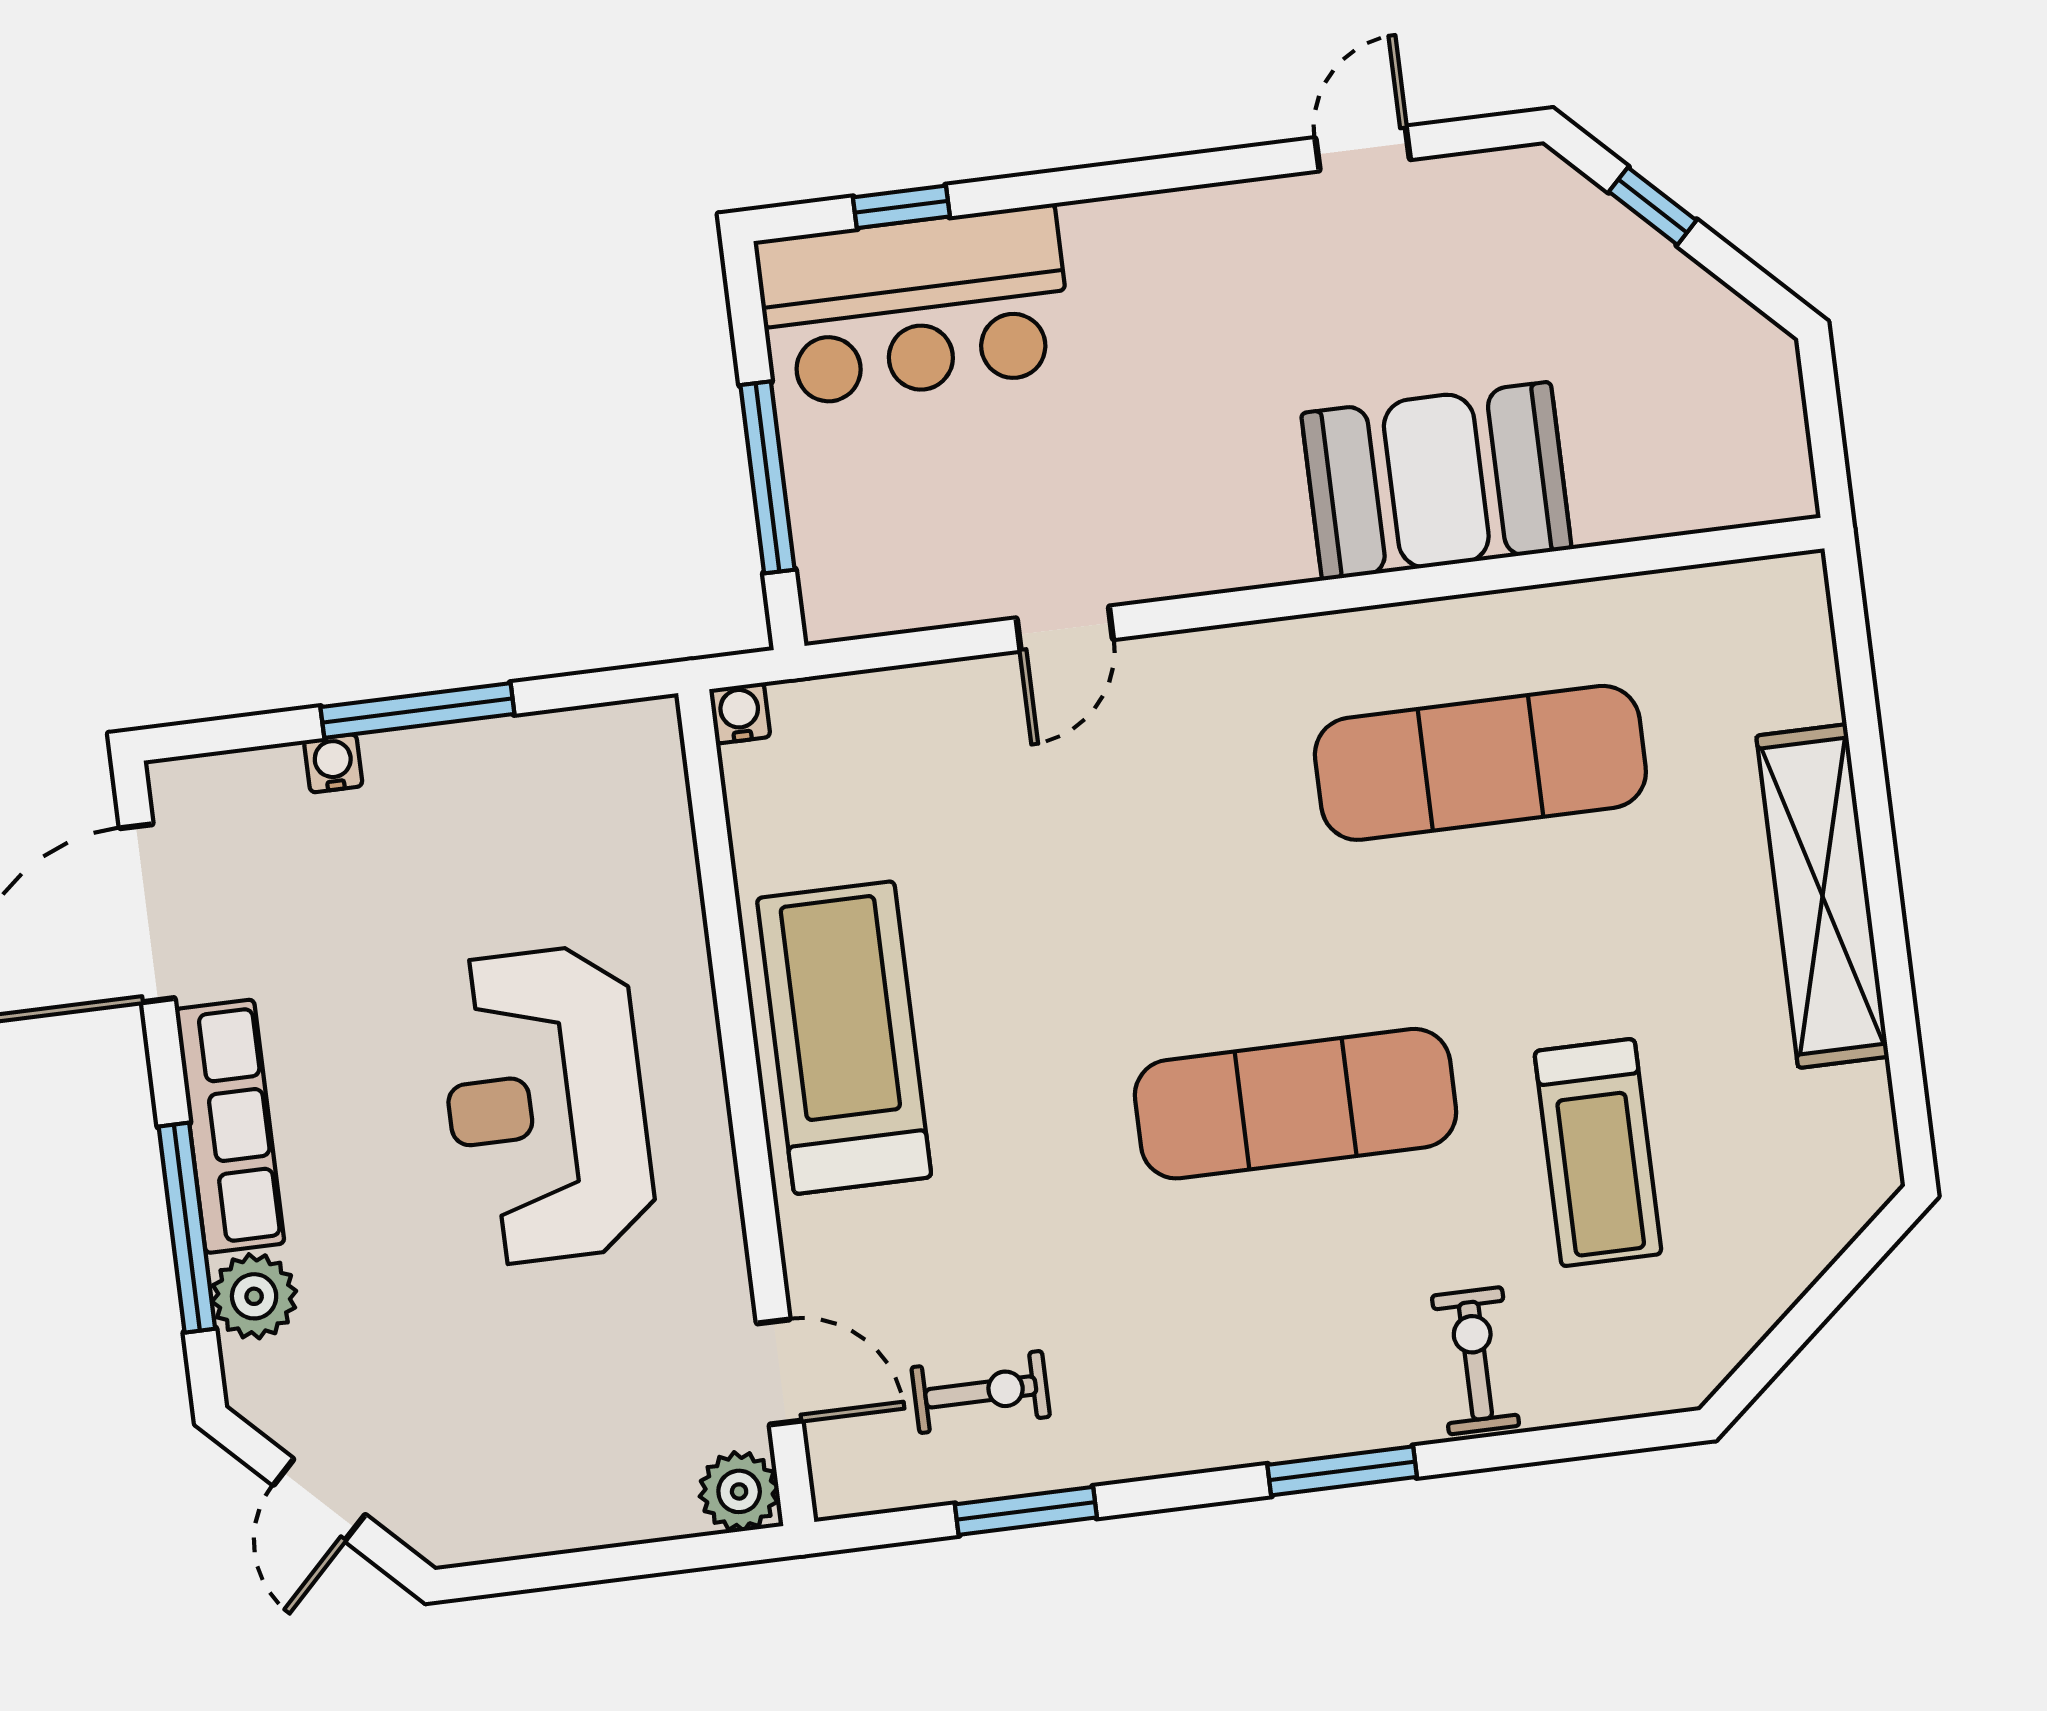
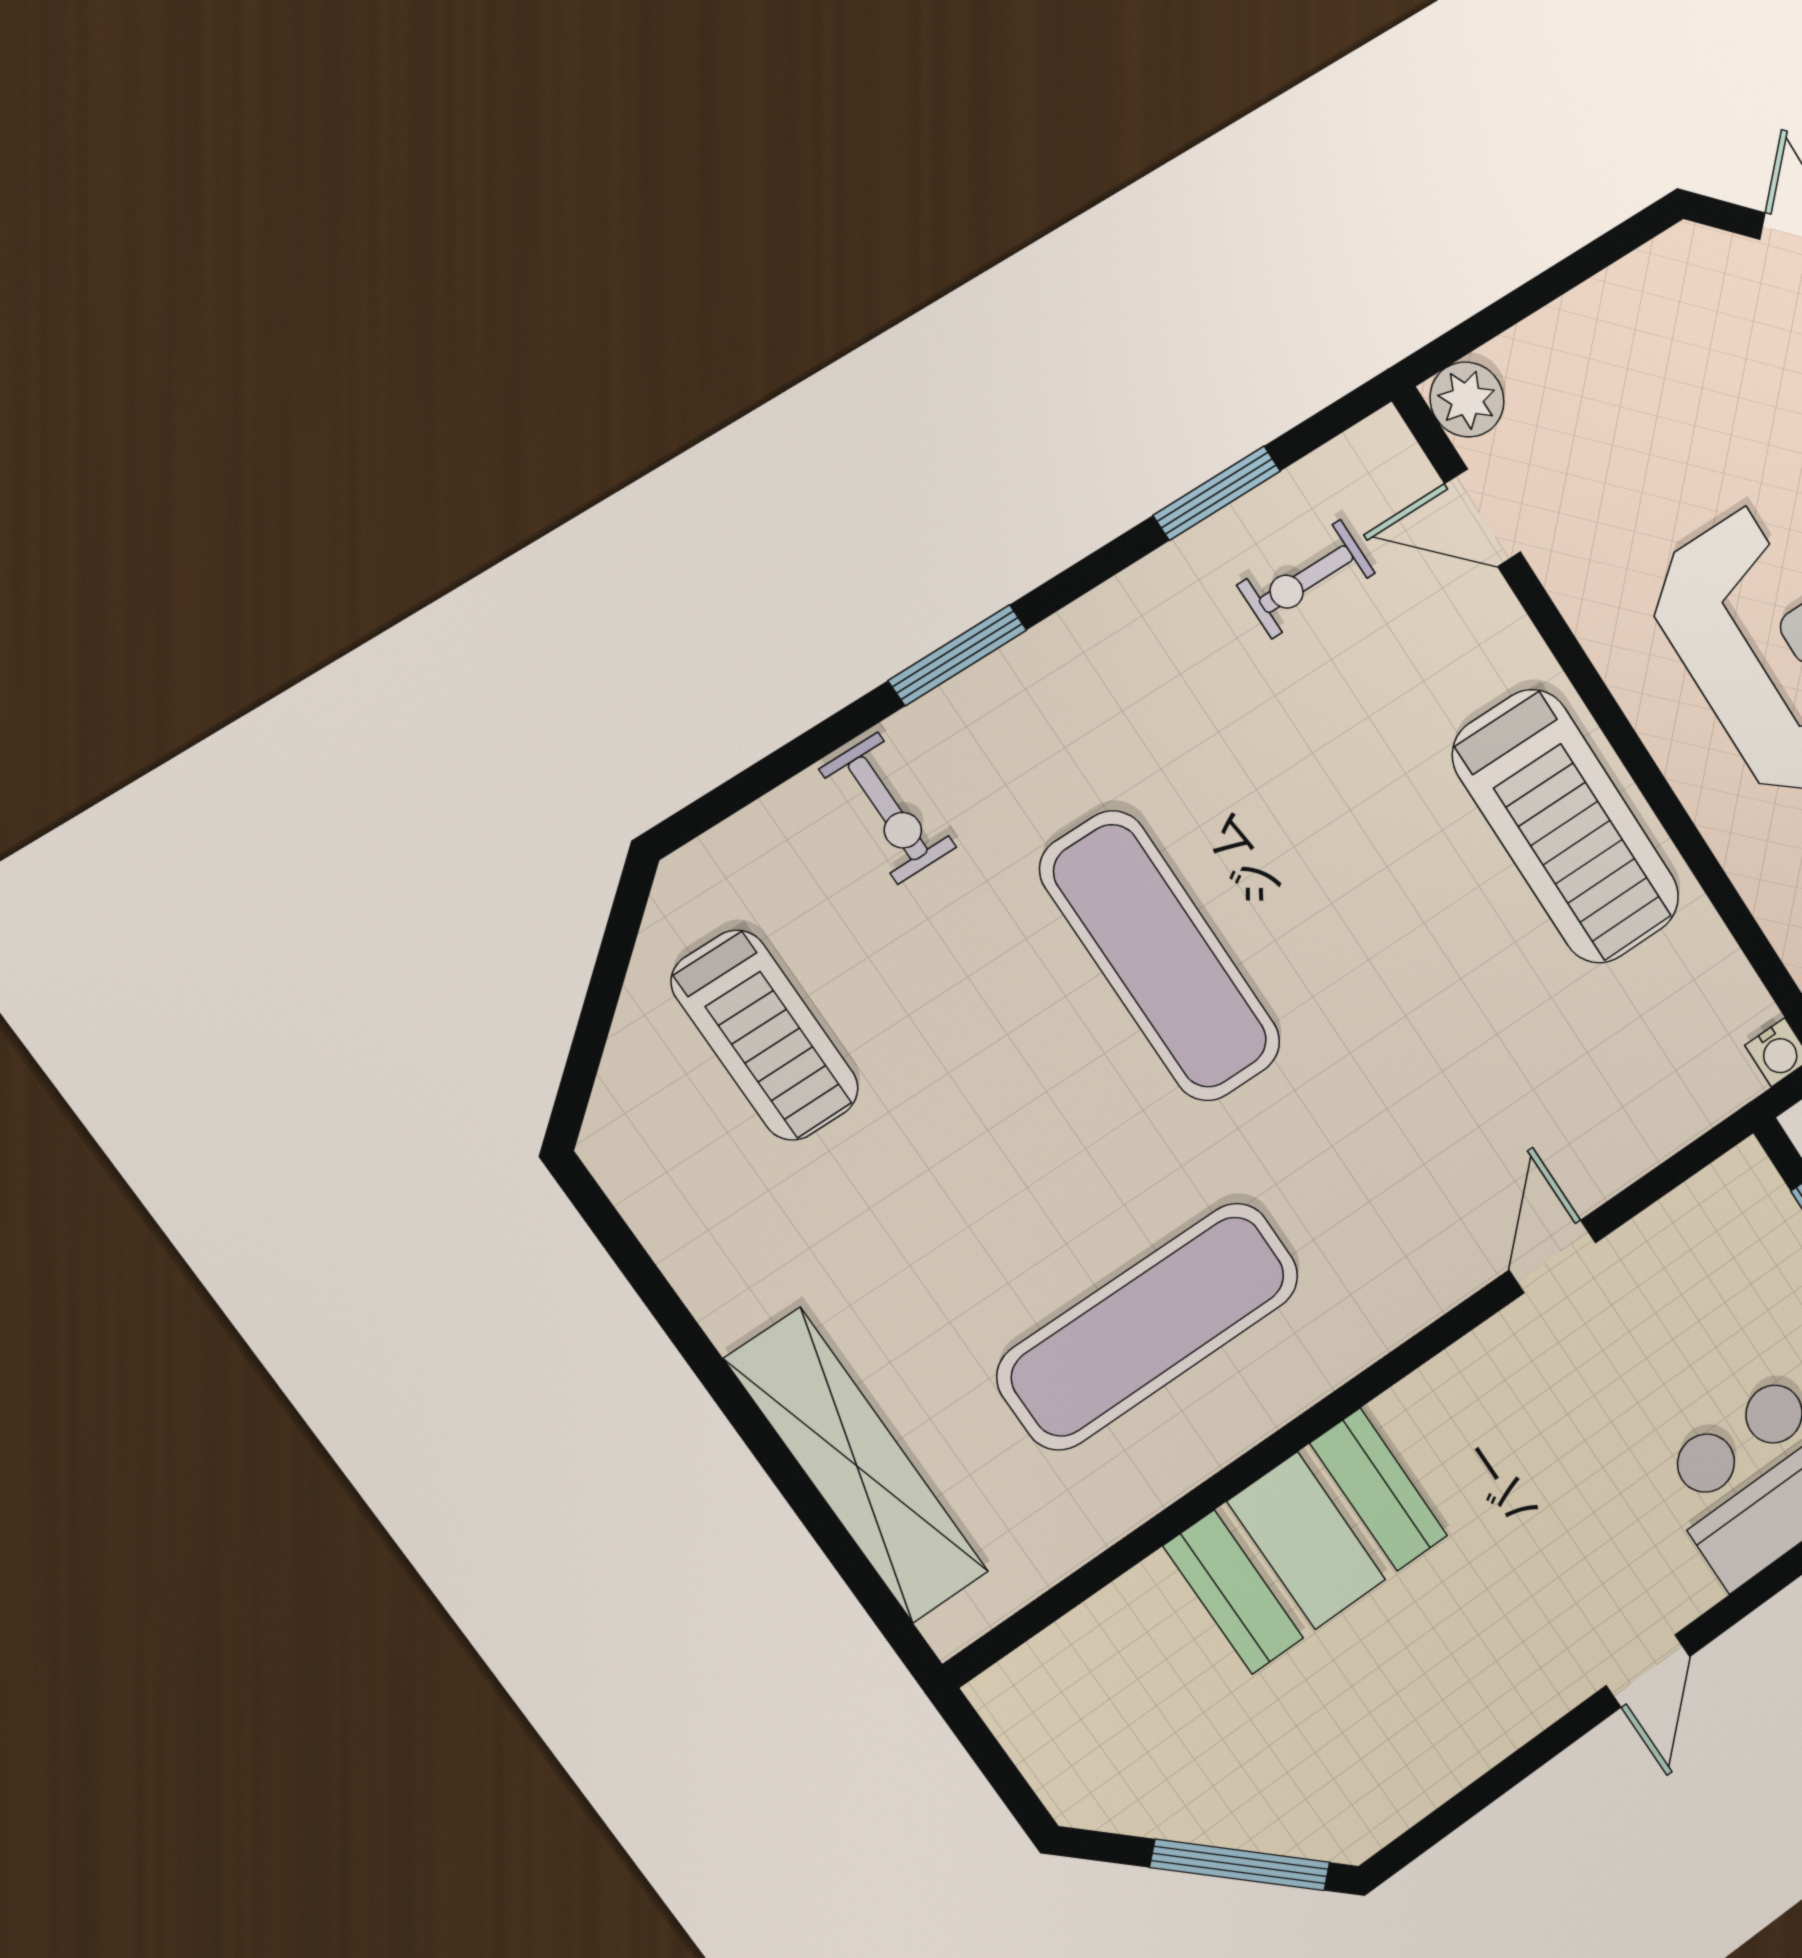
door: (1363, 149) -> (1648, 1671), moved
window: (1653, 206) -> (1240, 1865), width x2.17
shelving: (1822, 896) -> (857, 1466), moved
exercise mat: (1296, 1104) -> (1161, 956), turned 90
treadmill: (1598, 1153) -> (765, 1035), moved, turned 180

